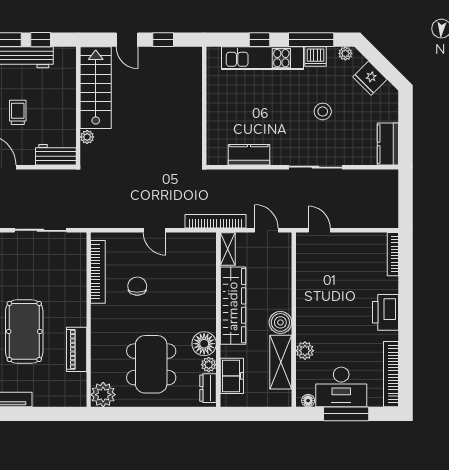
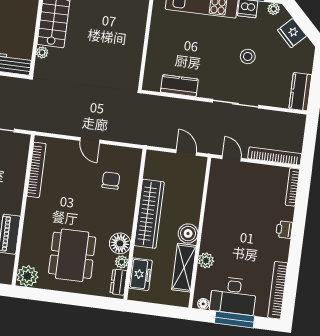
bookcase: (215, 221) -> (275, 156), moved
shelving: (228, 249) -> (151, 164), removed
chair: (137, 286) -> (111, 180), moved
printer: (386, 312) -> (284, 230), width x0.53, depth x0.68

